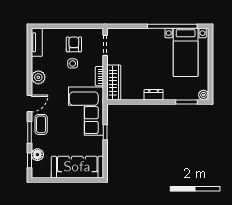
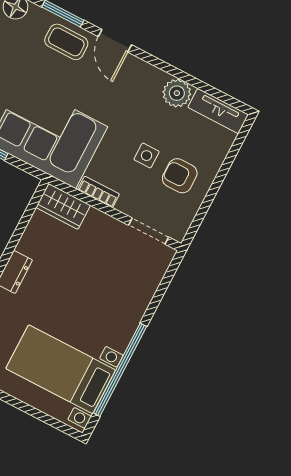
armchair: (74, 44) -> (180, 176), turned 180
plant: (38, 77) -> (177, 93), moved
wardrobe: (114, 82) -> (63, 206), width x0.67

